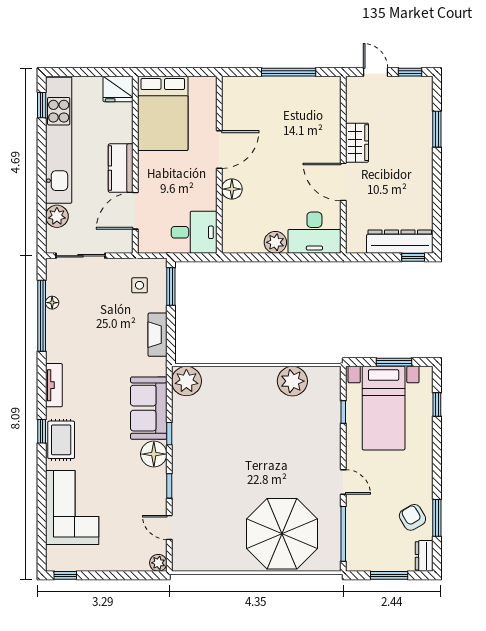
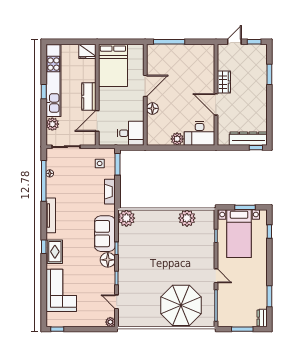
window: (289, 72) -> (169, 42), moved
door: (376, 72) -> (234, 42), hinge flipped
window: (42, 105) -> (44, 92), moved
tv unit: (54, 385) -> (51, 215), width x1.41
armchair: (412, 517) -> (256, 296), removed

